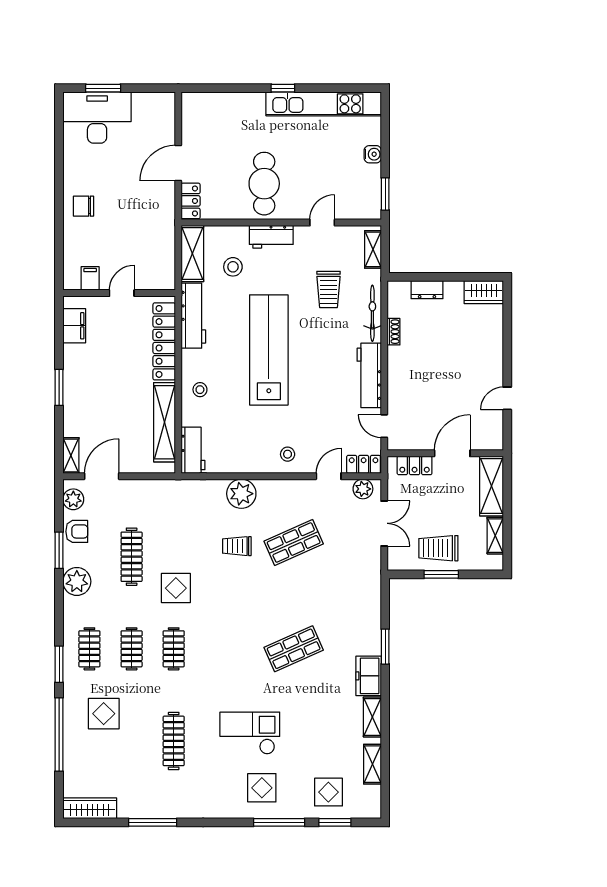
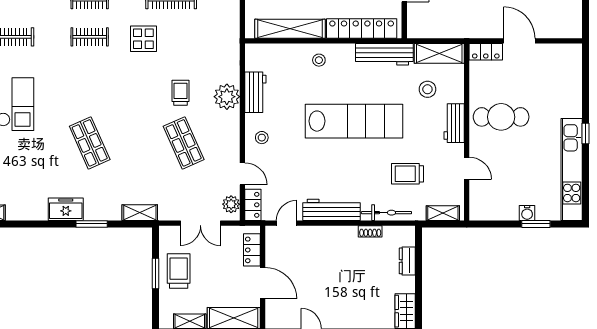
window: (385, 194) -> (536, 224), moved
workbench: (193, 450) -> (255, 92), moved, turned -90
shelving: (372, 717) -> (140, 213), moved

